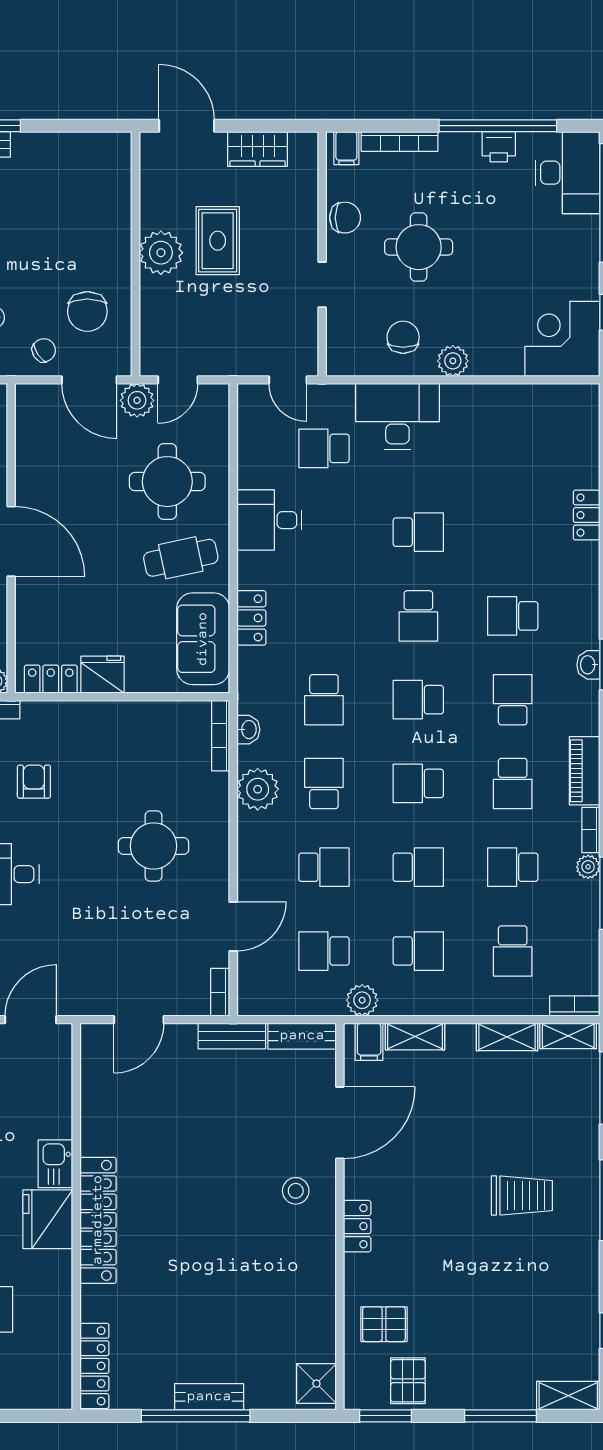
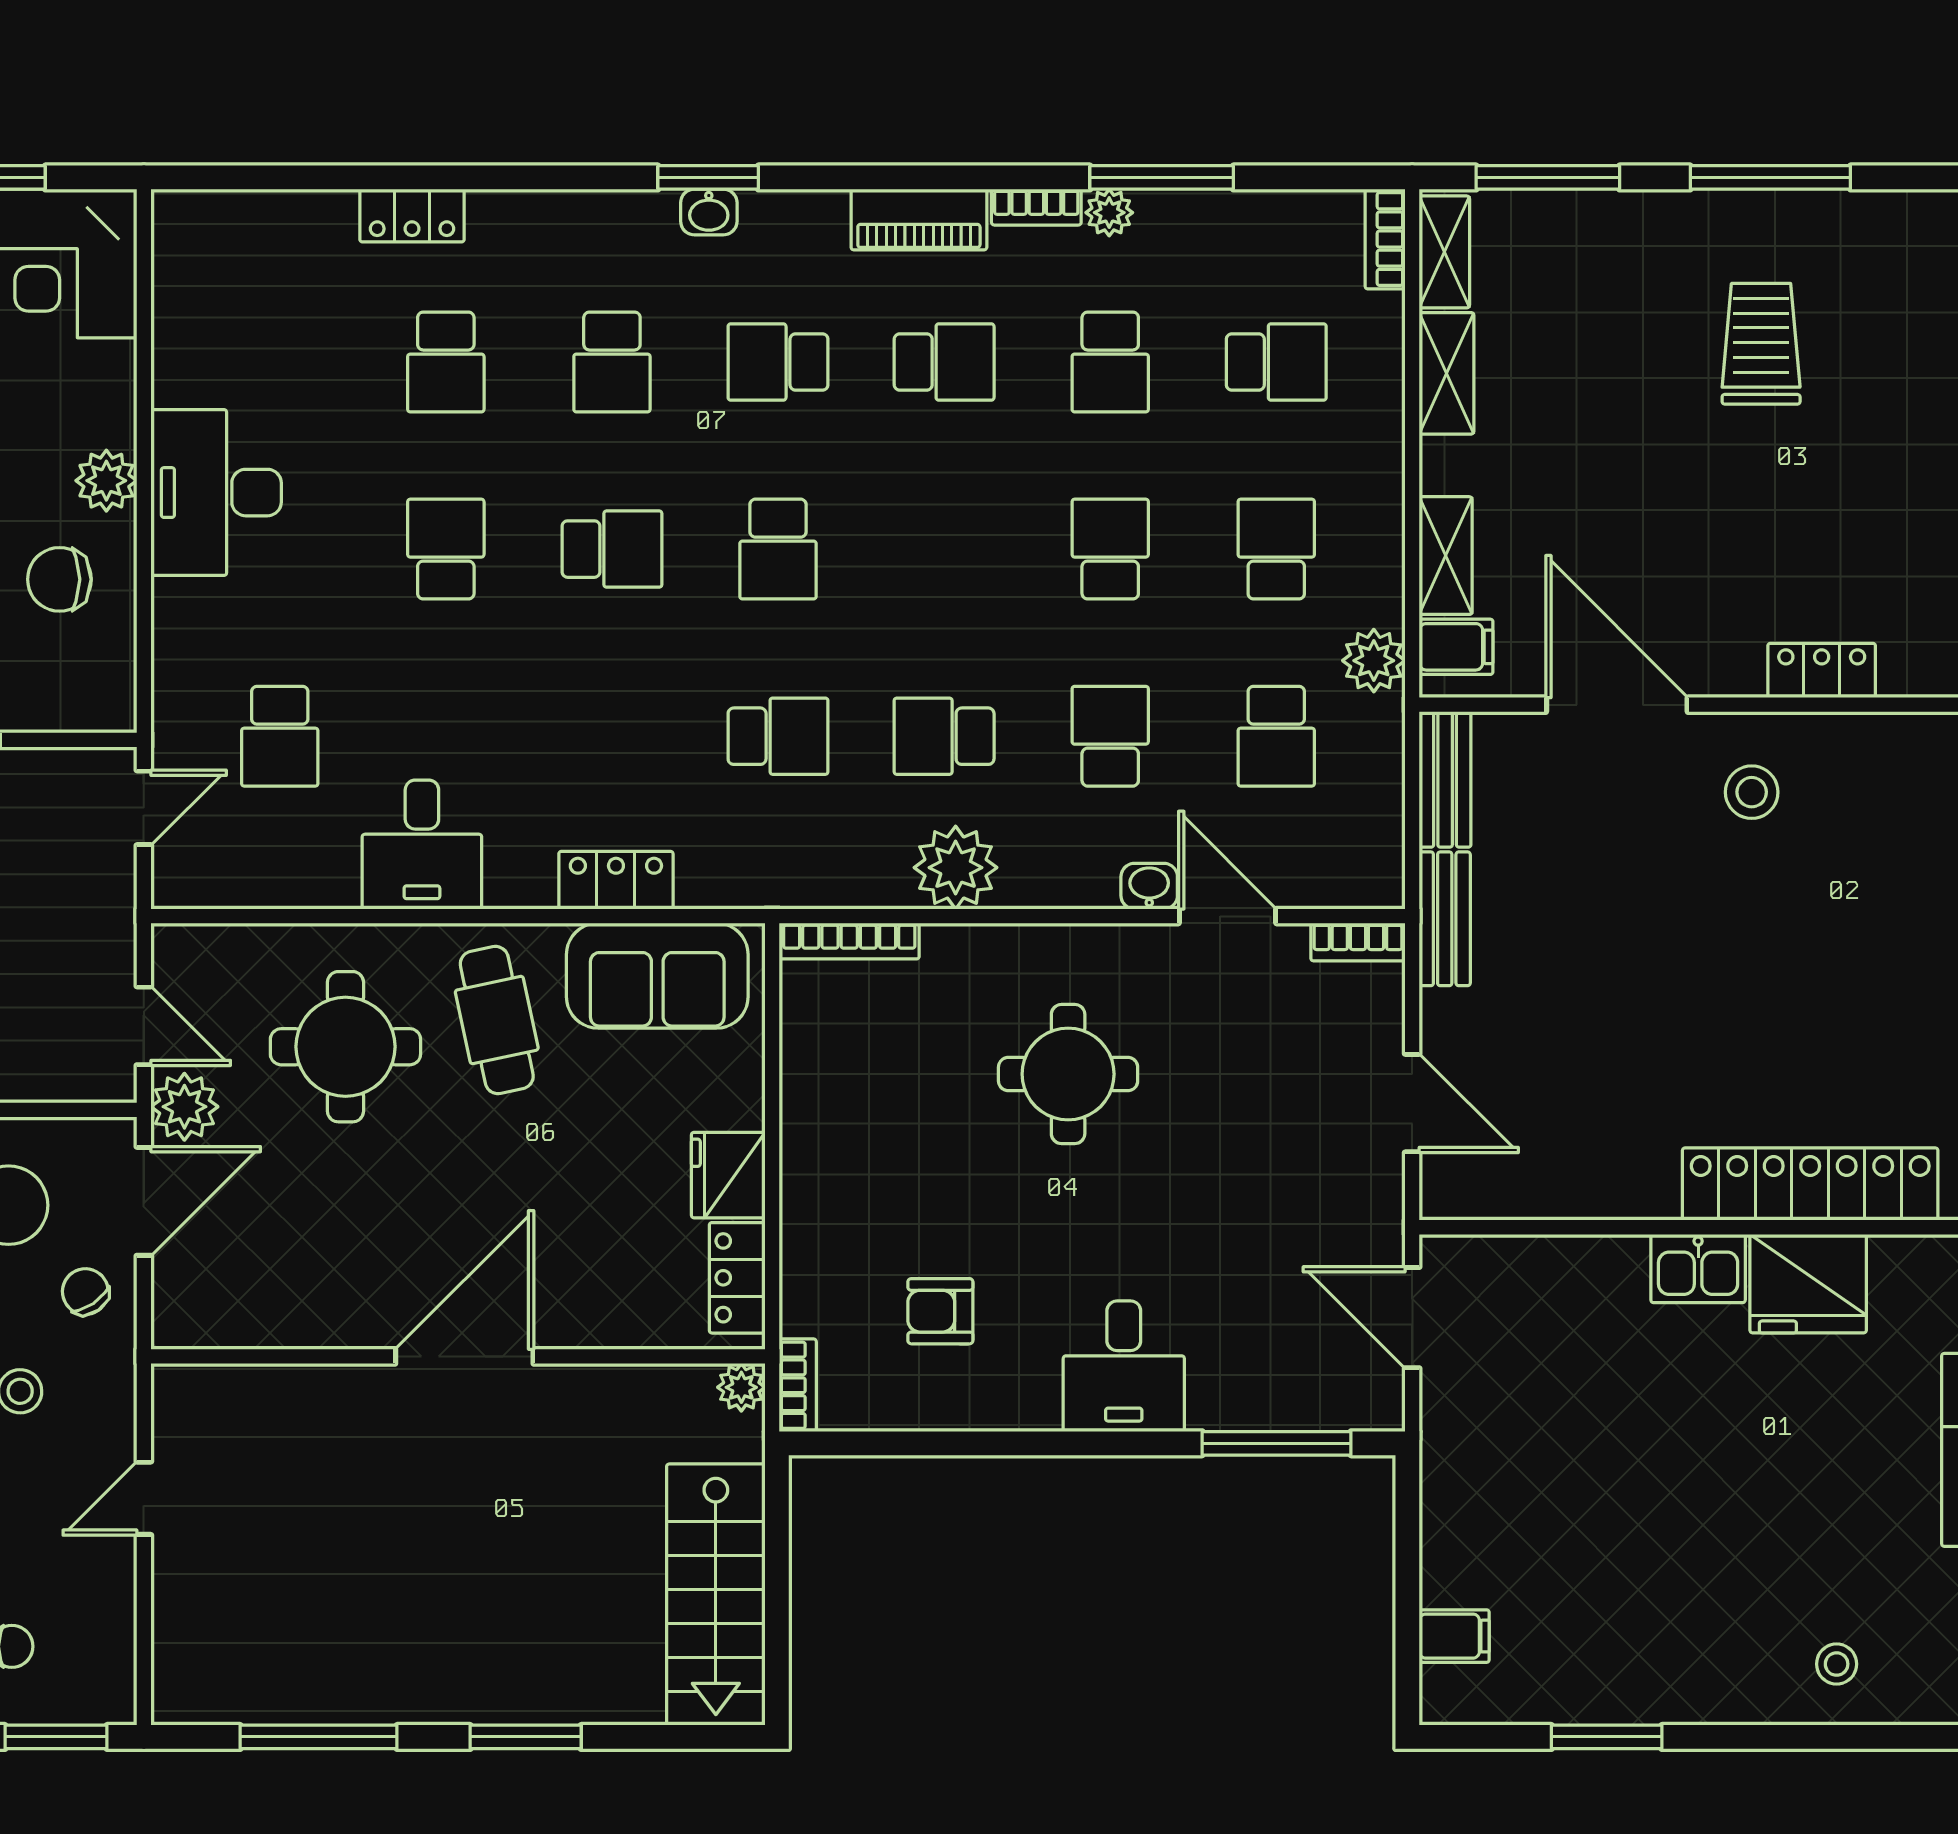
desk: (397, 416) -> (216, 493), moved
washbasin: (248, 730) -> (1149, 886), moved
school desk: (418, 783) -> (446, 362), moved

